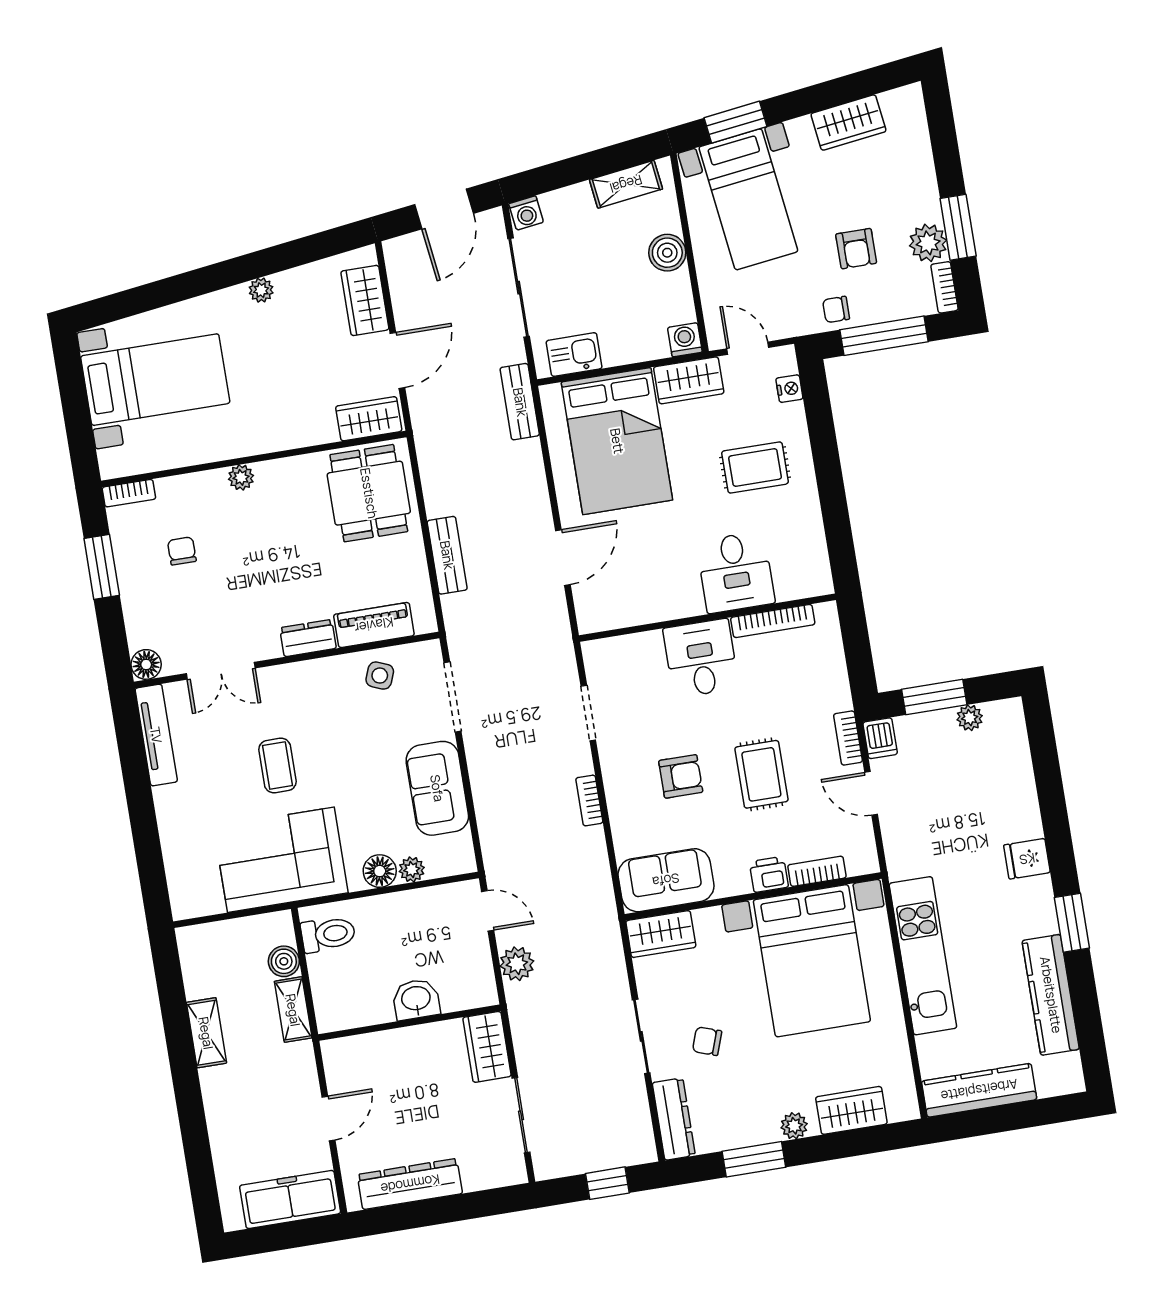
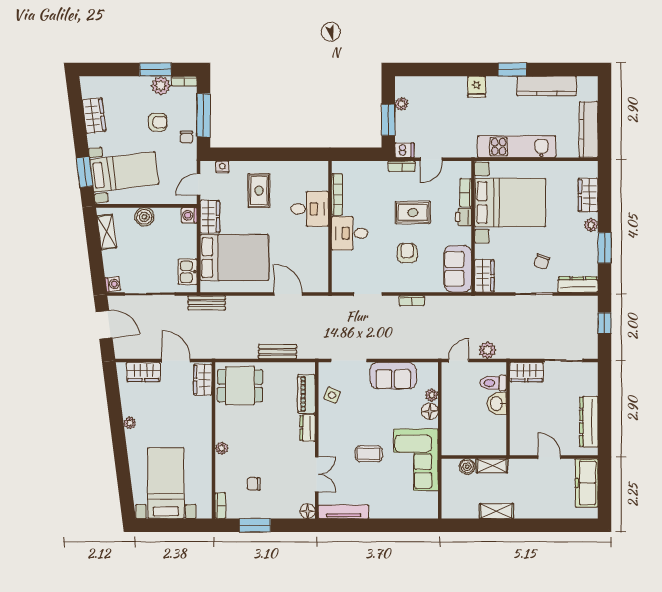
toilet: (328, 934) -> (493, 383), moved, turned -90

